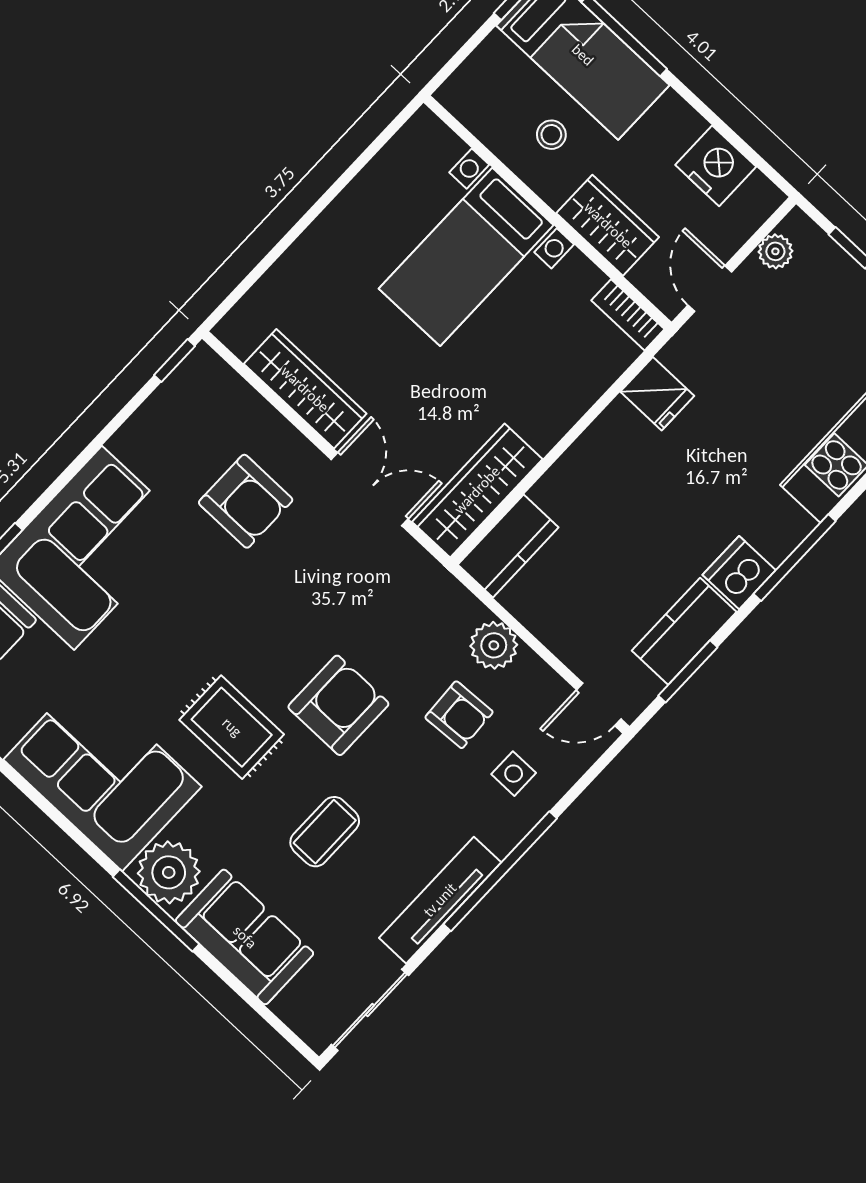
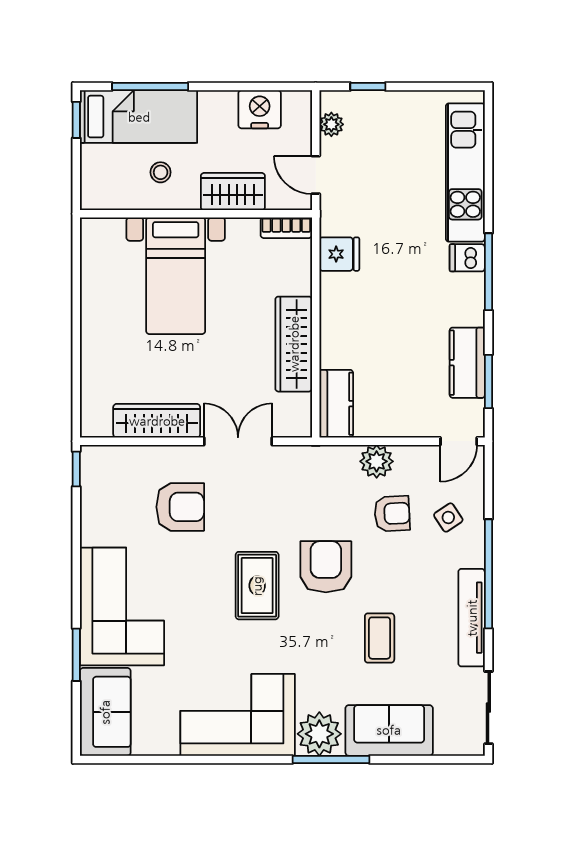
wardrobe: (477, 490) -> (294, 344), moved
dishwasher: (739, 573) -> (467, 258), moved, width x0.73
rug: (232, 727) -> (257, 586), moved, turned 90
side table: (514, 774) -> (448, 517), turned -34

